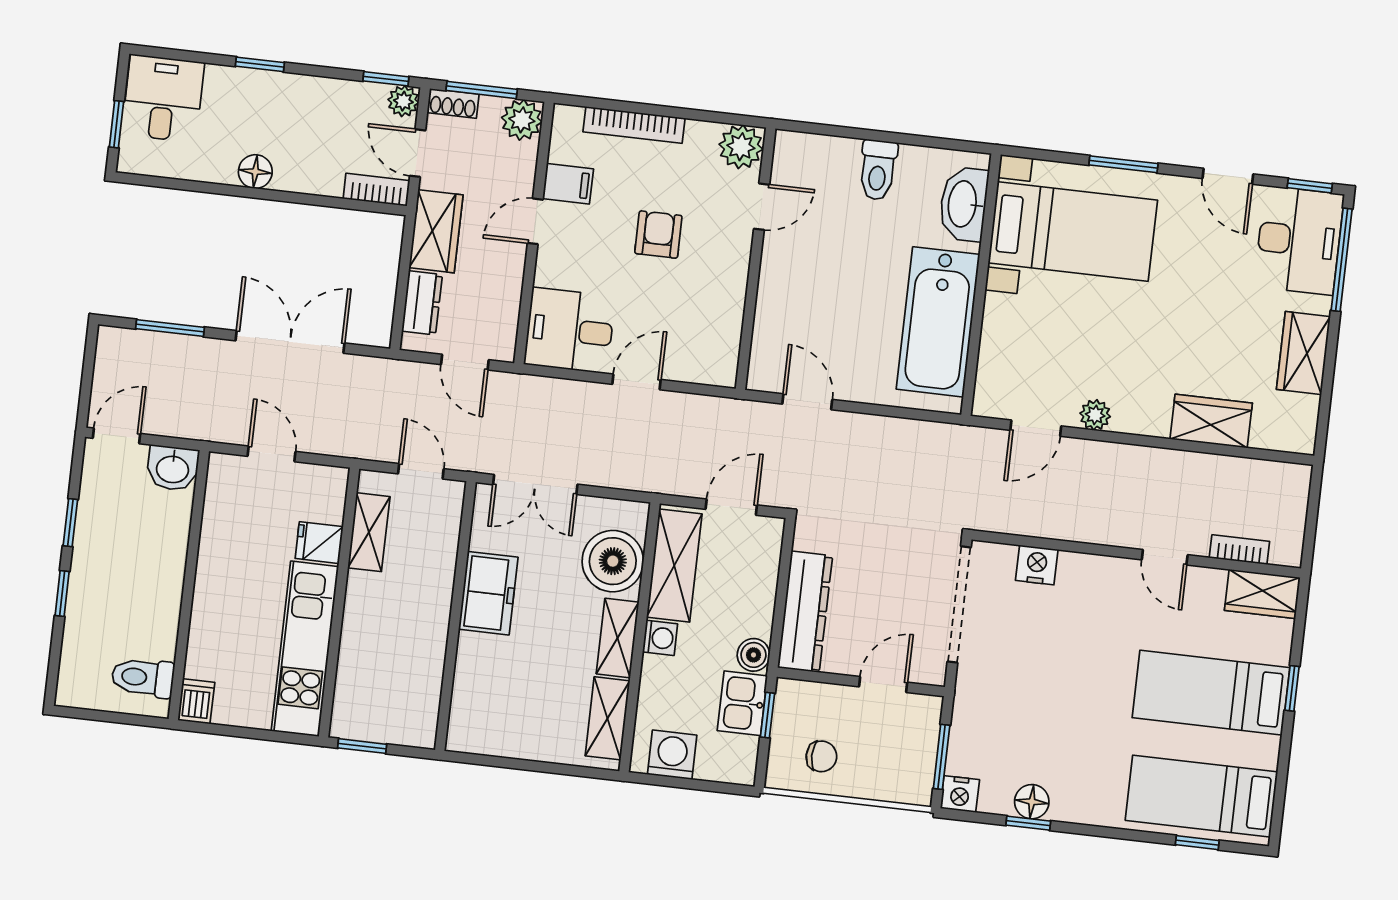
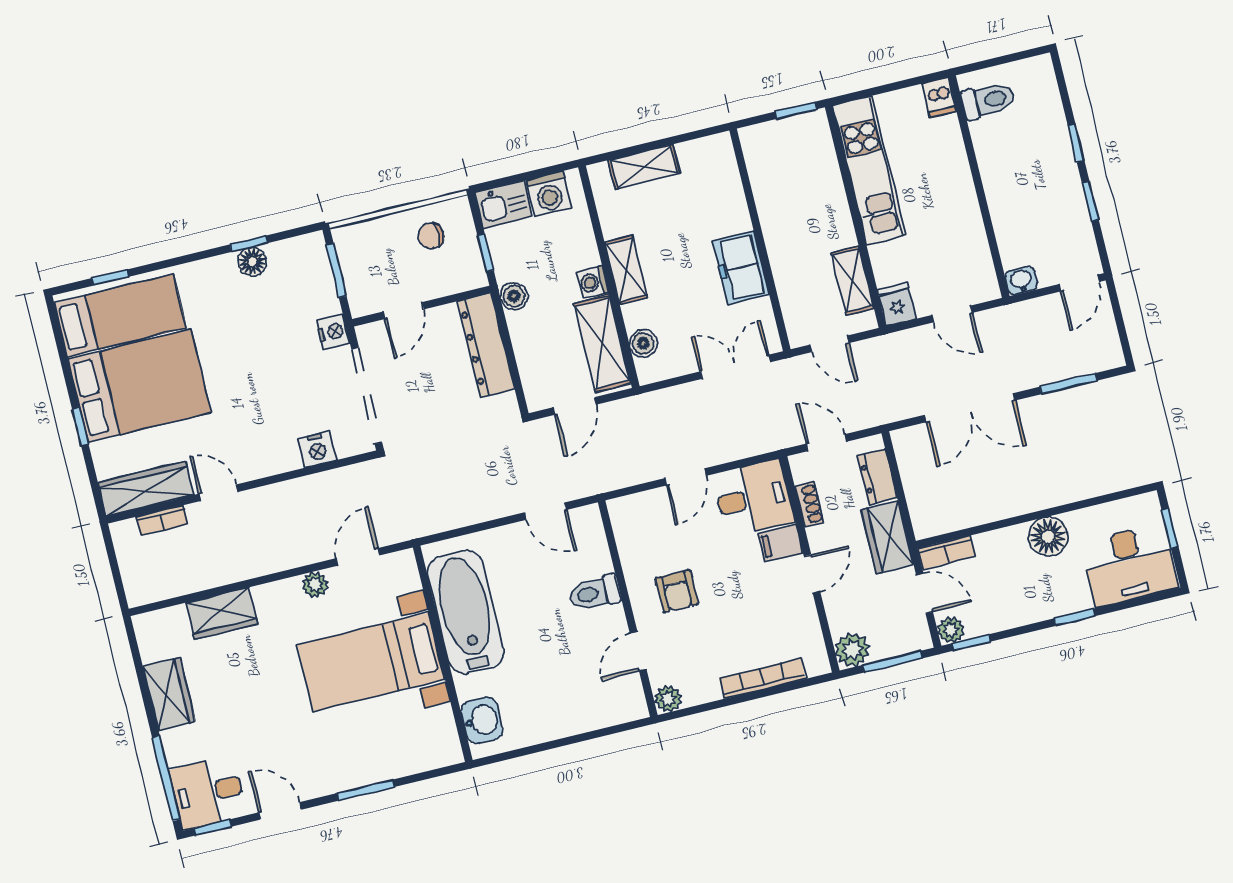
desk: (163, 98) -> (1129, 565), width x1.37
shoe rack: (453, 103) -> (809, 504), moved, turned 90
plant: (741, 147) -> (668, 699), width x0.73, depth x0.73
toilet: (878, 170) -> (595, 593), moved, turned -90
floor lamp: (255, 172) -> (1048, 537), width x1.38, depth x1.38
filing cabinet: (568, 184) -> (780, 543), moved
washbasin: (964, 204) -> (482, 720), width x0.72
bed with nightstands: (1073, 231) -> (371, 662), moved
armchair: (658, 235) -> (677, 591), moved
desk: (1299, 240) -> (208, 792), width x0.73
washbasin: (173, 468) -> (1021, 281), width x0.72, depth x0.69
fridge: (319, 543) -> (897, 304), moved, turned -90
boiler: (613, 561) -> (643, 343), width x0.54, depth x0.54
wardrobe: (1262, 594) -> (146, 489), width x1.50
bed: (1211, 693) -> (140, 386), width x1.50
kitchen sink: (742, 703) -> (504, 204), moved, turned 90
shelving: (607, 718) -> (644, 167), moved, turned 90
nightstand: (960, 794) -> (333, 332), moved, turned 90

